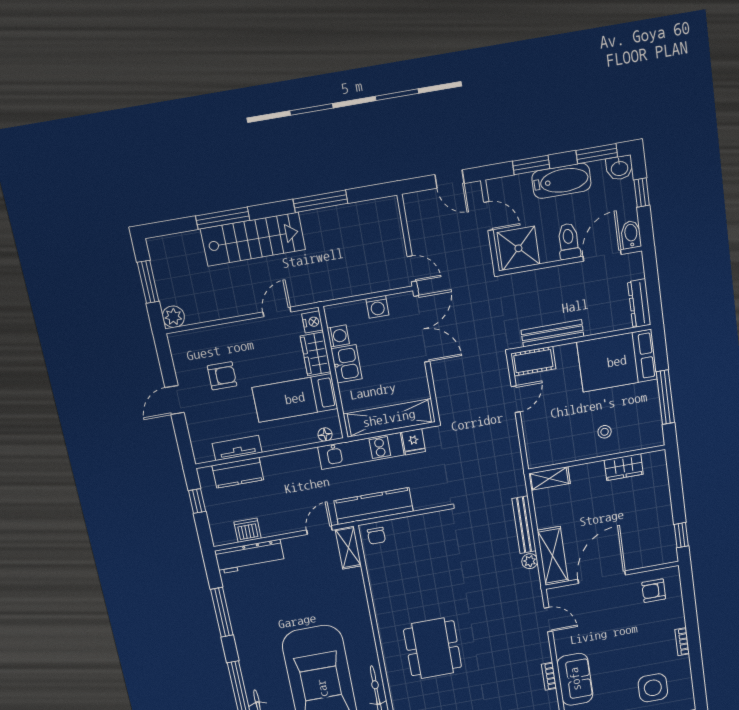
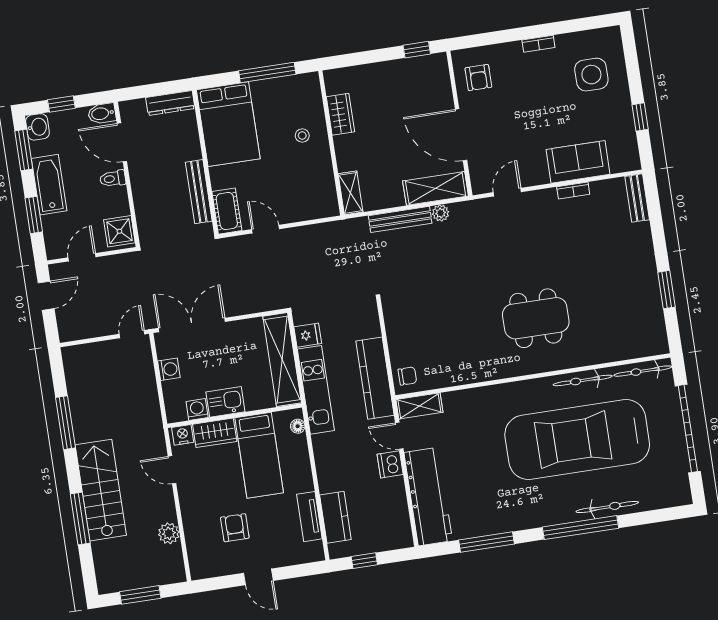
toilet: (569, 241) -> (113, 179), width x0.73, depth x0.72
shower: (518, 248) -> (119, 231), width x0.73, depth x0.73
plant: (173, 317) -> (169, 533), moved
dishwasher: (248, 530) -> (390, 464), moved
workbench: (250, 557) -> (428, 497), width x1.36, depth x1.32

